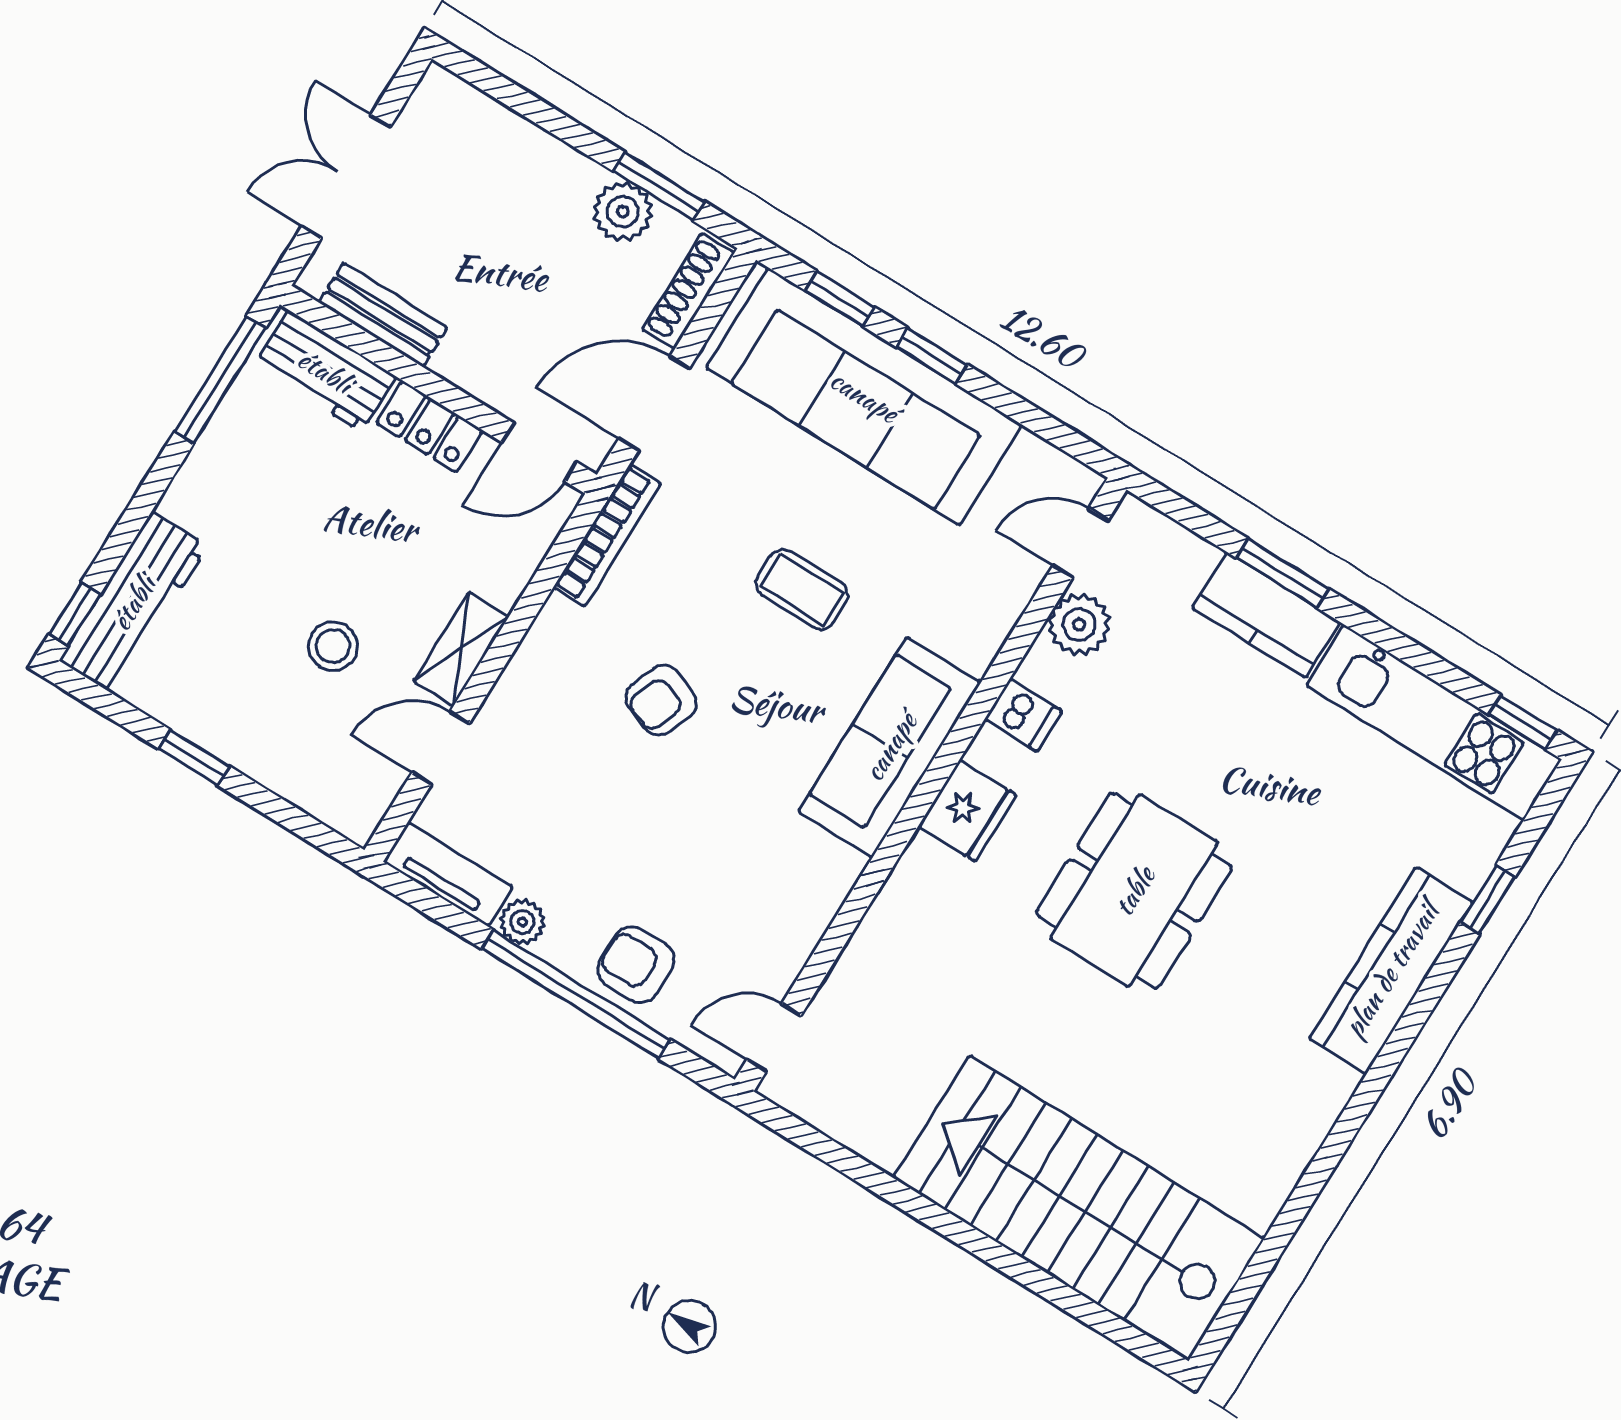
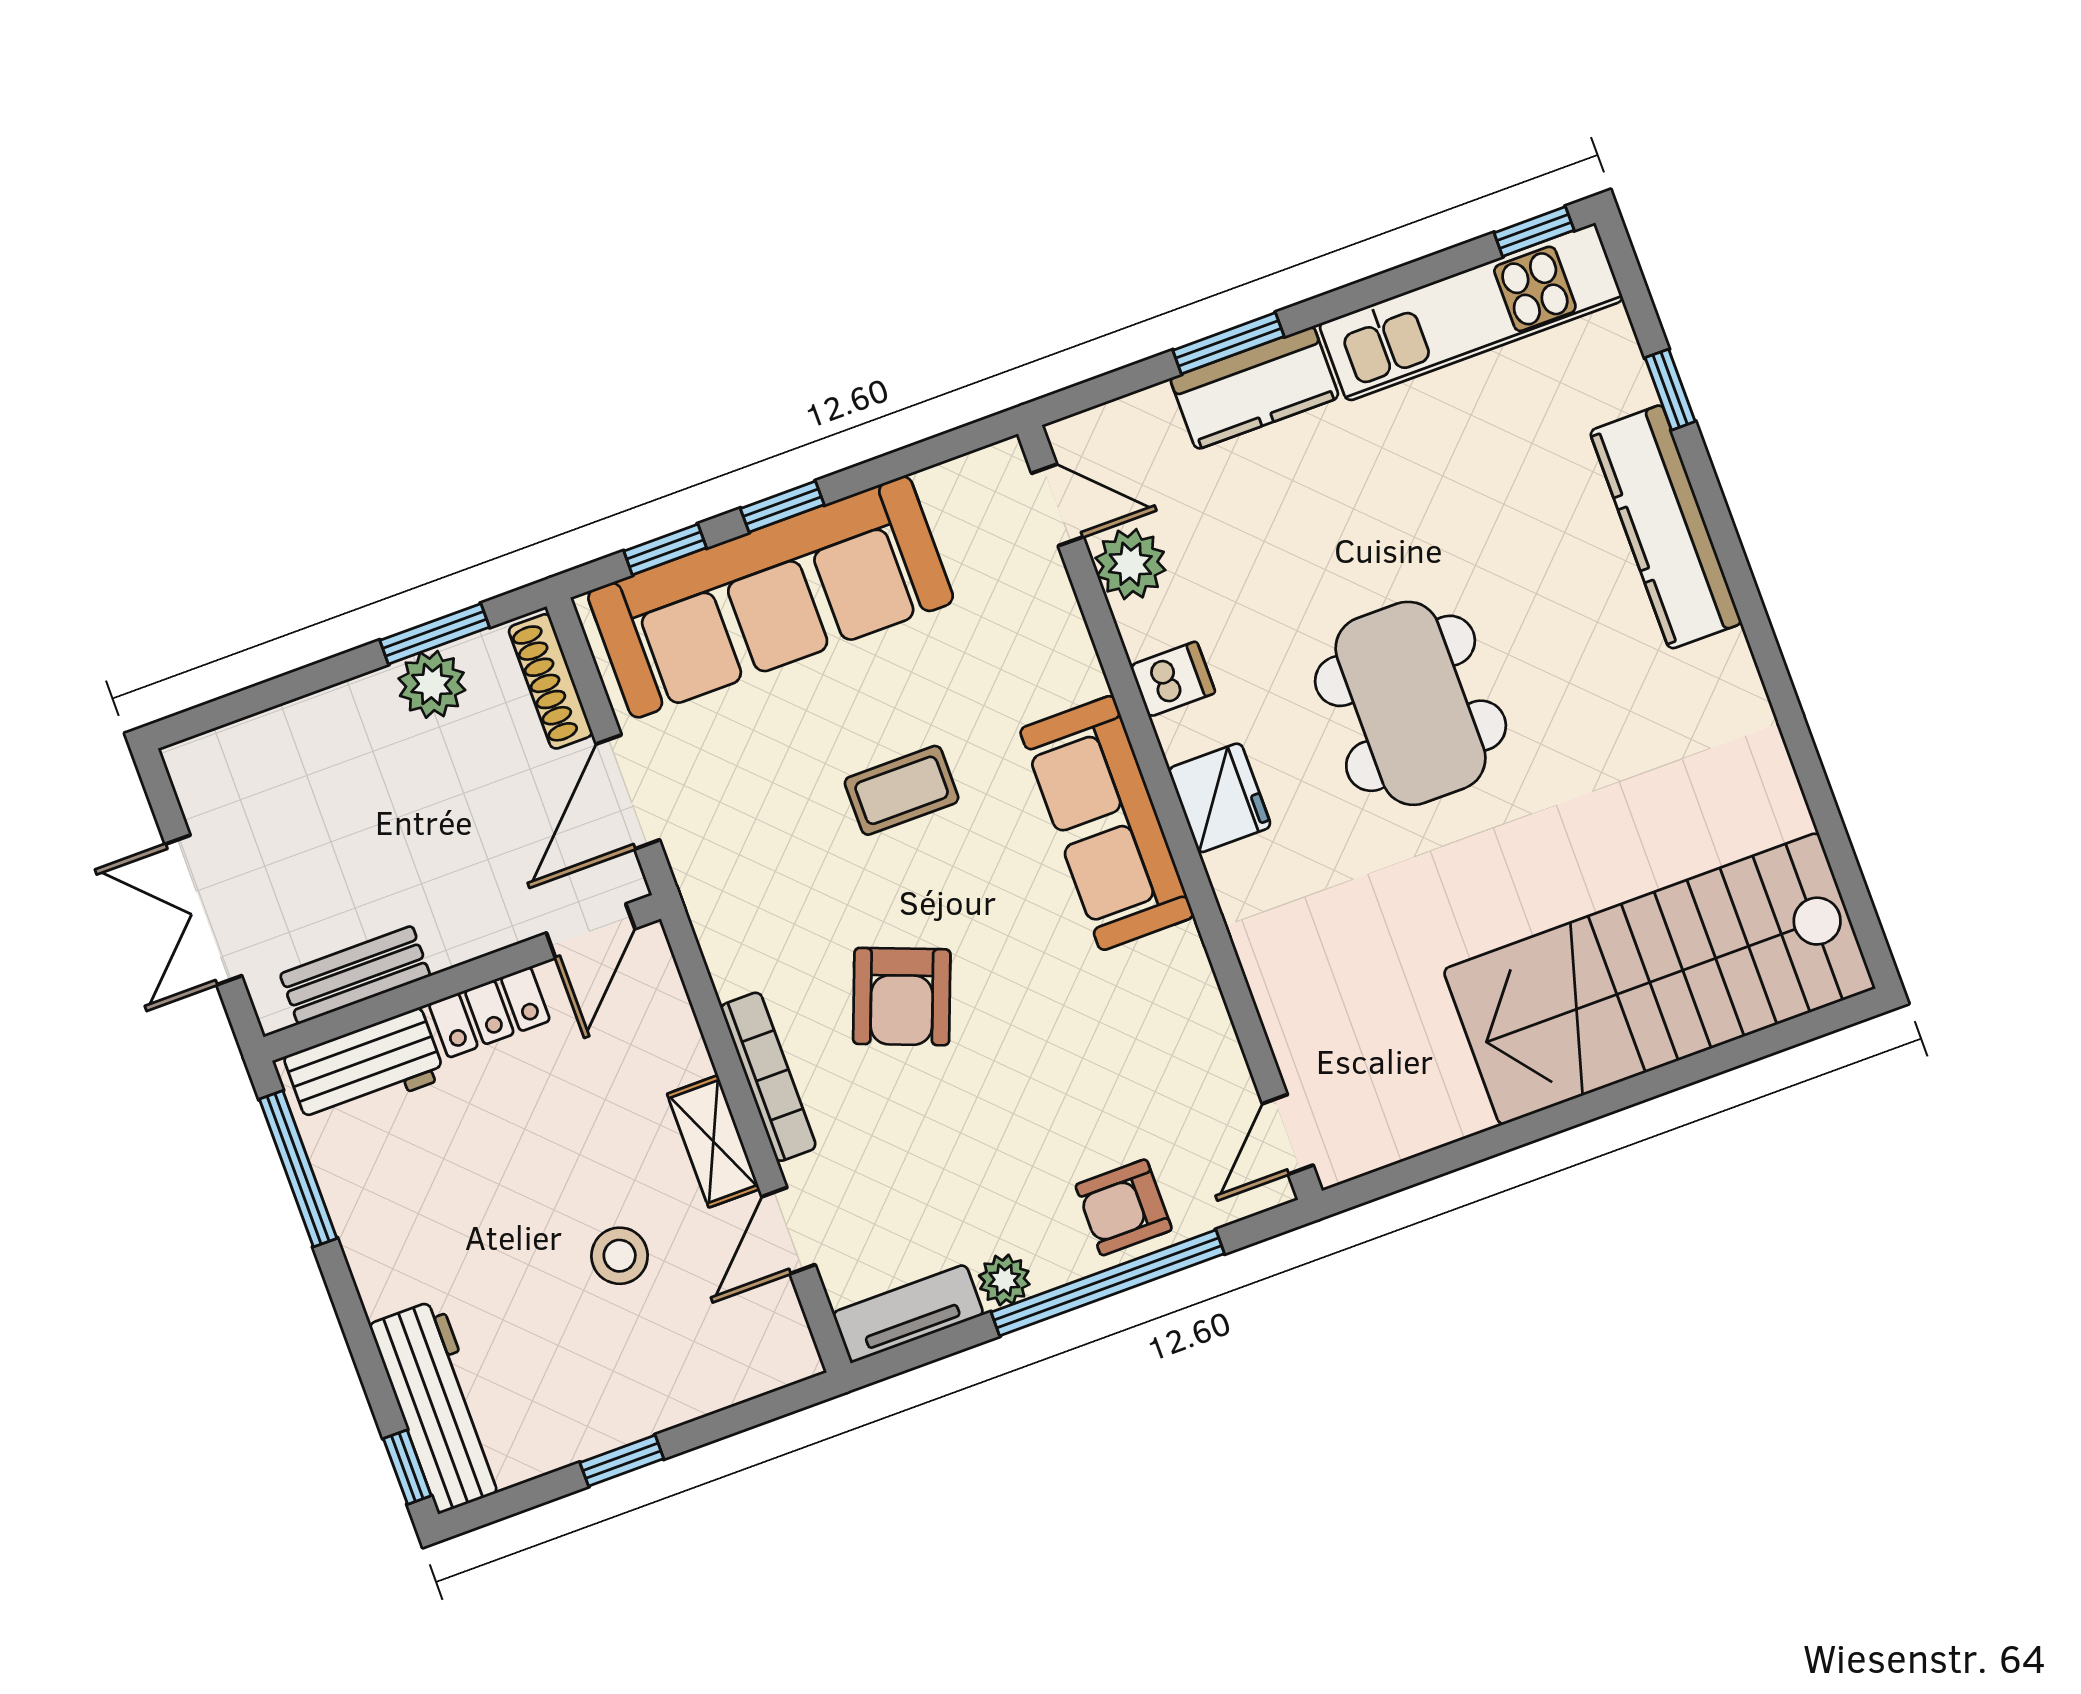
bookcase: (607, 535) -> (768, 1077), moved
door: (1080, 543) -> (1057, 505), swing flipped
armchair: (661, 700) -> (902, 997), width x1.38, depth x1.38

